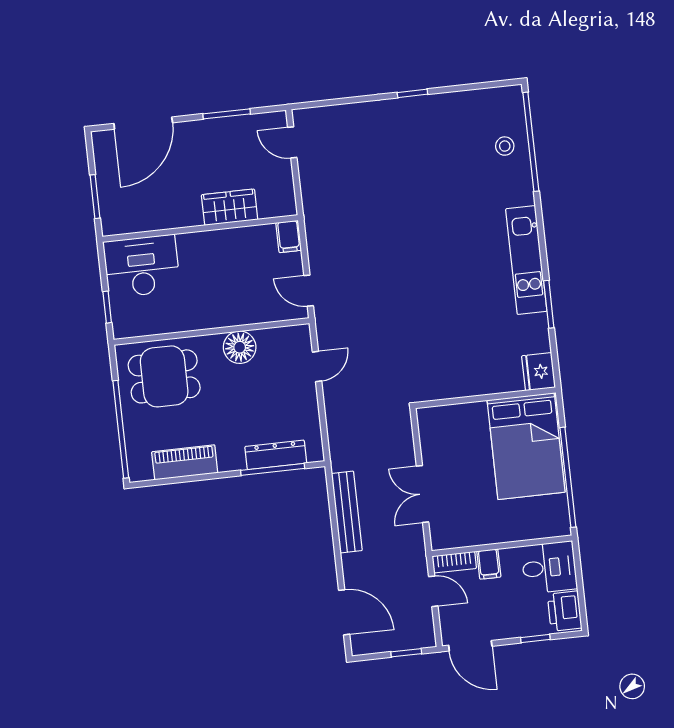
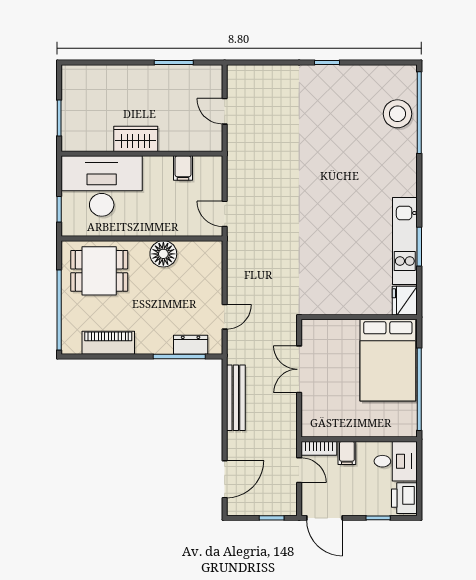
door: (143, 123) -> (105, 63), removed
door: (292, 142) -> (225, 111), moved
stool: (505, 146) -> (397, 114), width x1.89, depth x1.89
wardrobe: (230, 207) -> (136, 139), moved
filing cabinet: (289, 236) -> (183, 168), moved
kitchen unit: (526, 260) -> (405, 241), moved
desk: (142, 266) -> (102, 186), width x1.36, depth x1.30
door: (317, 367) -> (225, 317), moved
dresser: (276, 455) -> (191, 345), width x0.70
double door: (422, 494) -> (299, 369), moved
door: (344, 612) -> (225, 479), hinge flipped

